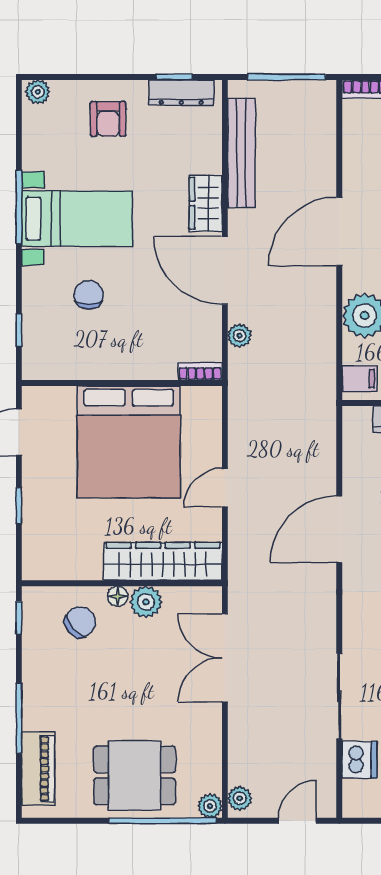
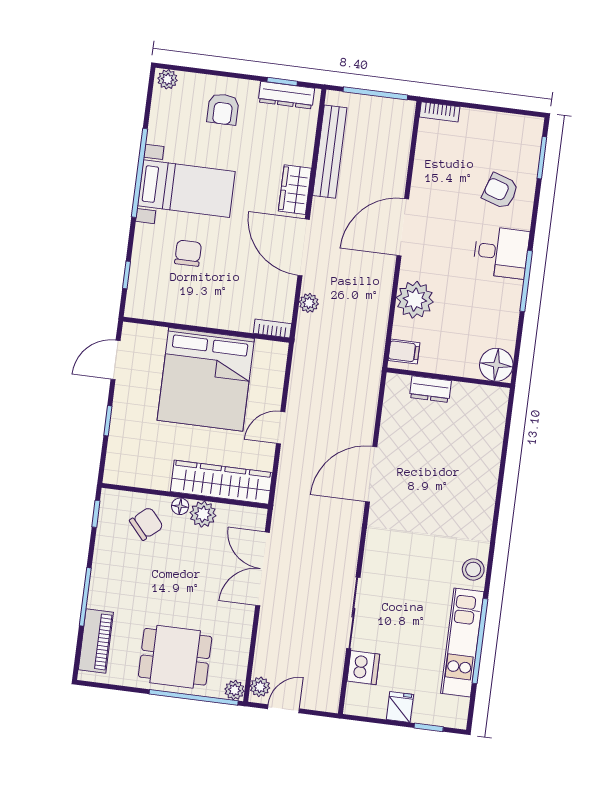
window: (19, 207) -> (140, 173), width x1.46
door: (297, 821) -> (284, 709), moved

